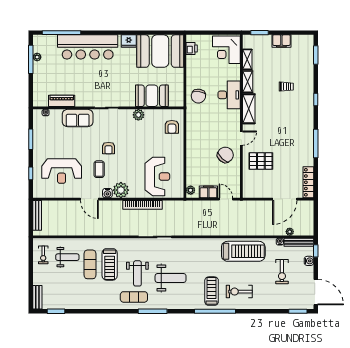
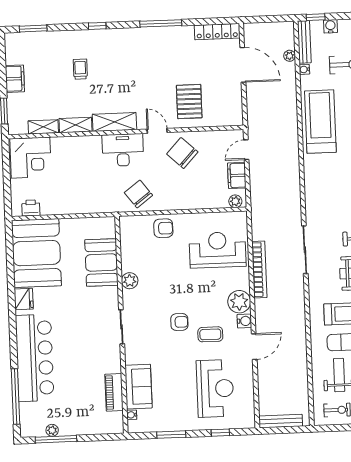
desk: (229, 95) -> (123, 150), moved
chair: (198, 96) -> (138, 194), moved, turned -135
sofa: (78, 118) -> (138, 387), moved
armchair: (172, 127) -> (163, 228), moved

